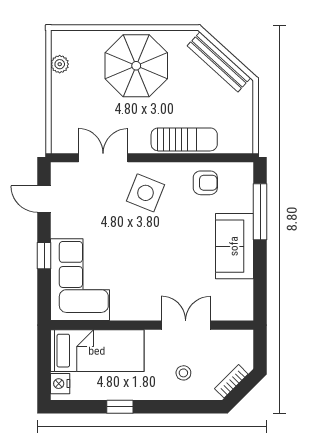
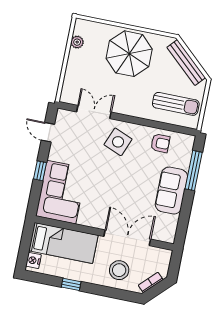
sun lounger: (184, 139) -> (176, 104), moved
double door: (186, 325) -> (127, 238), width x1.37
stool: (183, 373) -> (119, 270), width x1.89, depth x1.89

